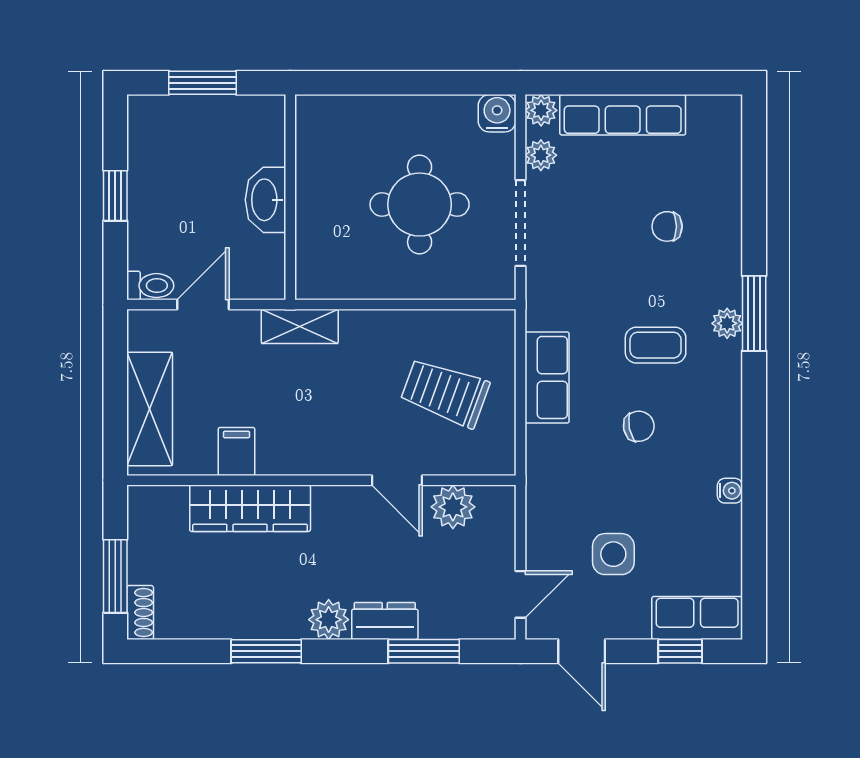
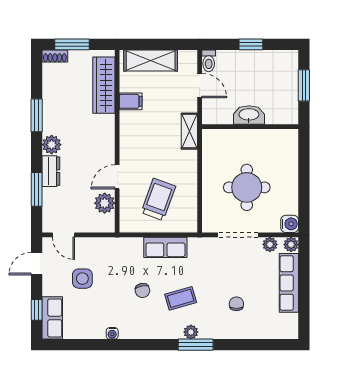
coffee table: (656, 345) -> (181, 298), turned 74
wardrobe: (250, 508) -> (104, 85), moved

